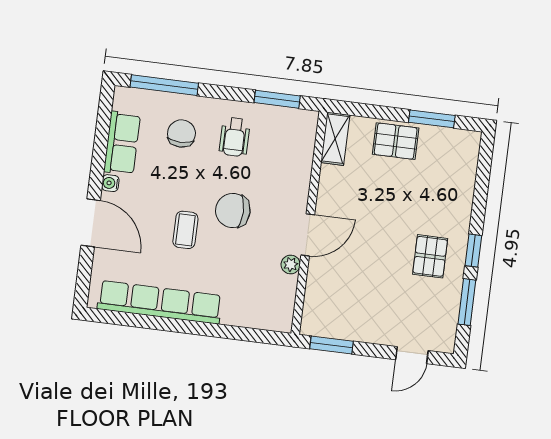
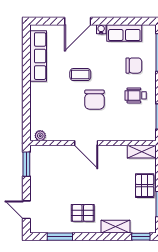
shelving: (462, 202) -> (116, 227), added
chair: (233, 211) -> (94, 100), turned 180
window: (473, 251) -> (141, 237), moved
plant: (291, 264) -> (40, 136), moved
row of seats: (160, 302) -> (38, 56), width x0.73

